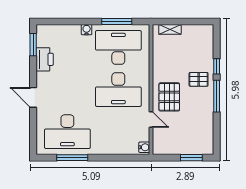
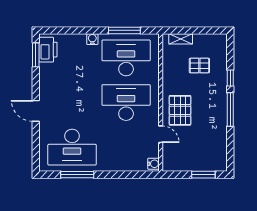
printer: (45, 59) -> (48, 50), moved
pallet: (199, 79) -> (199, 66), moved
desk: (118, 90) -> (126, 103), turned 180

